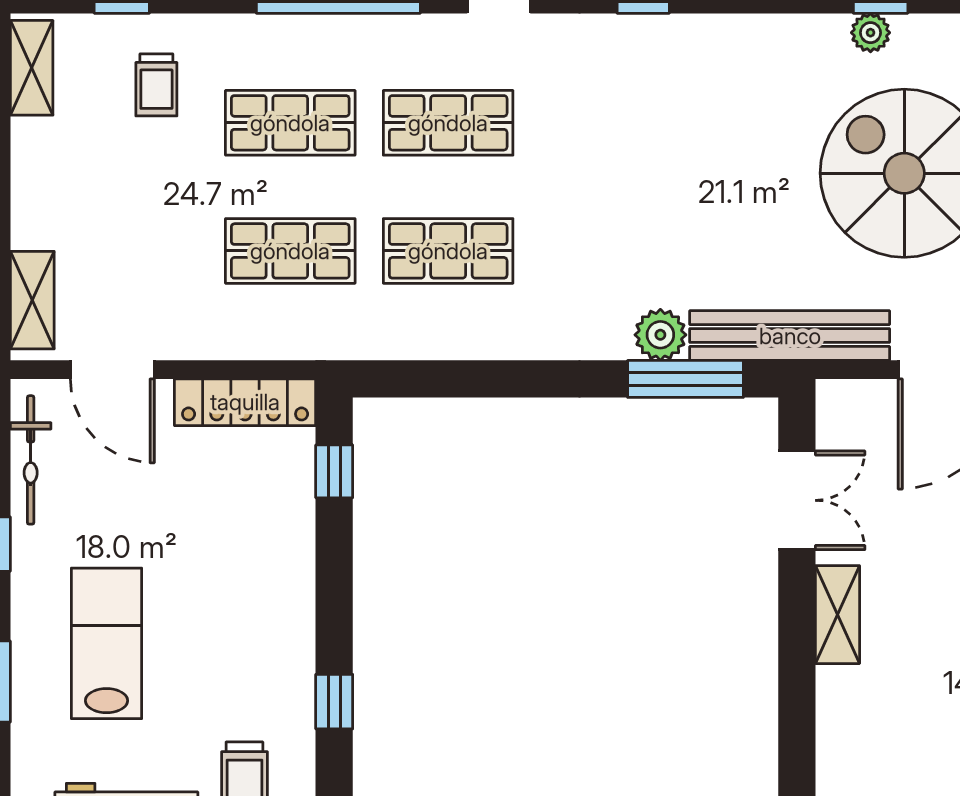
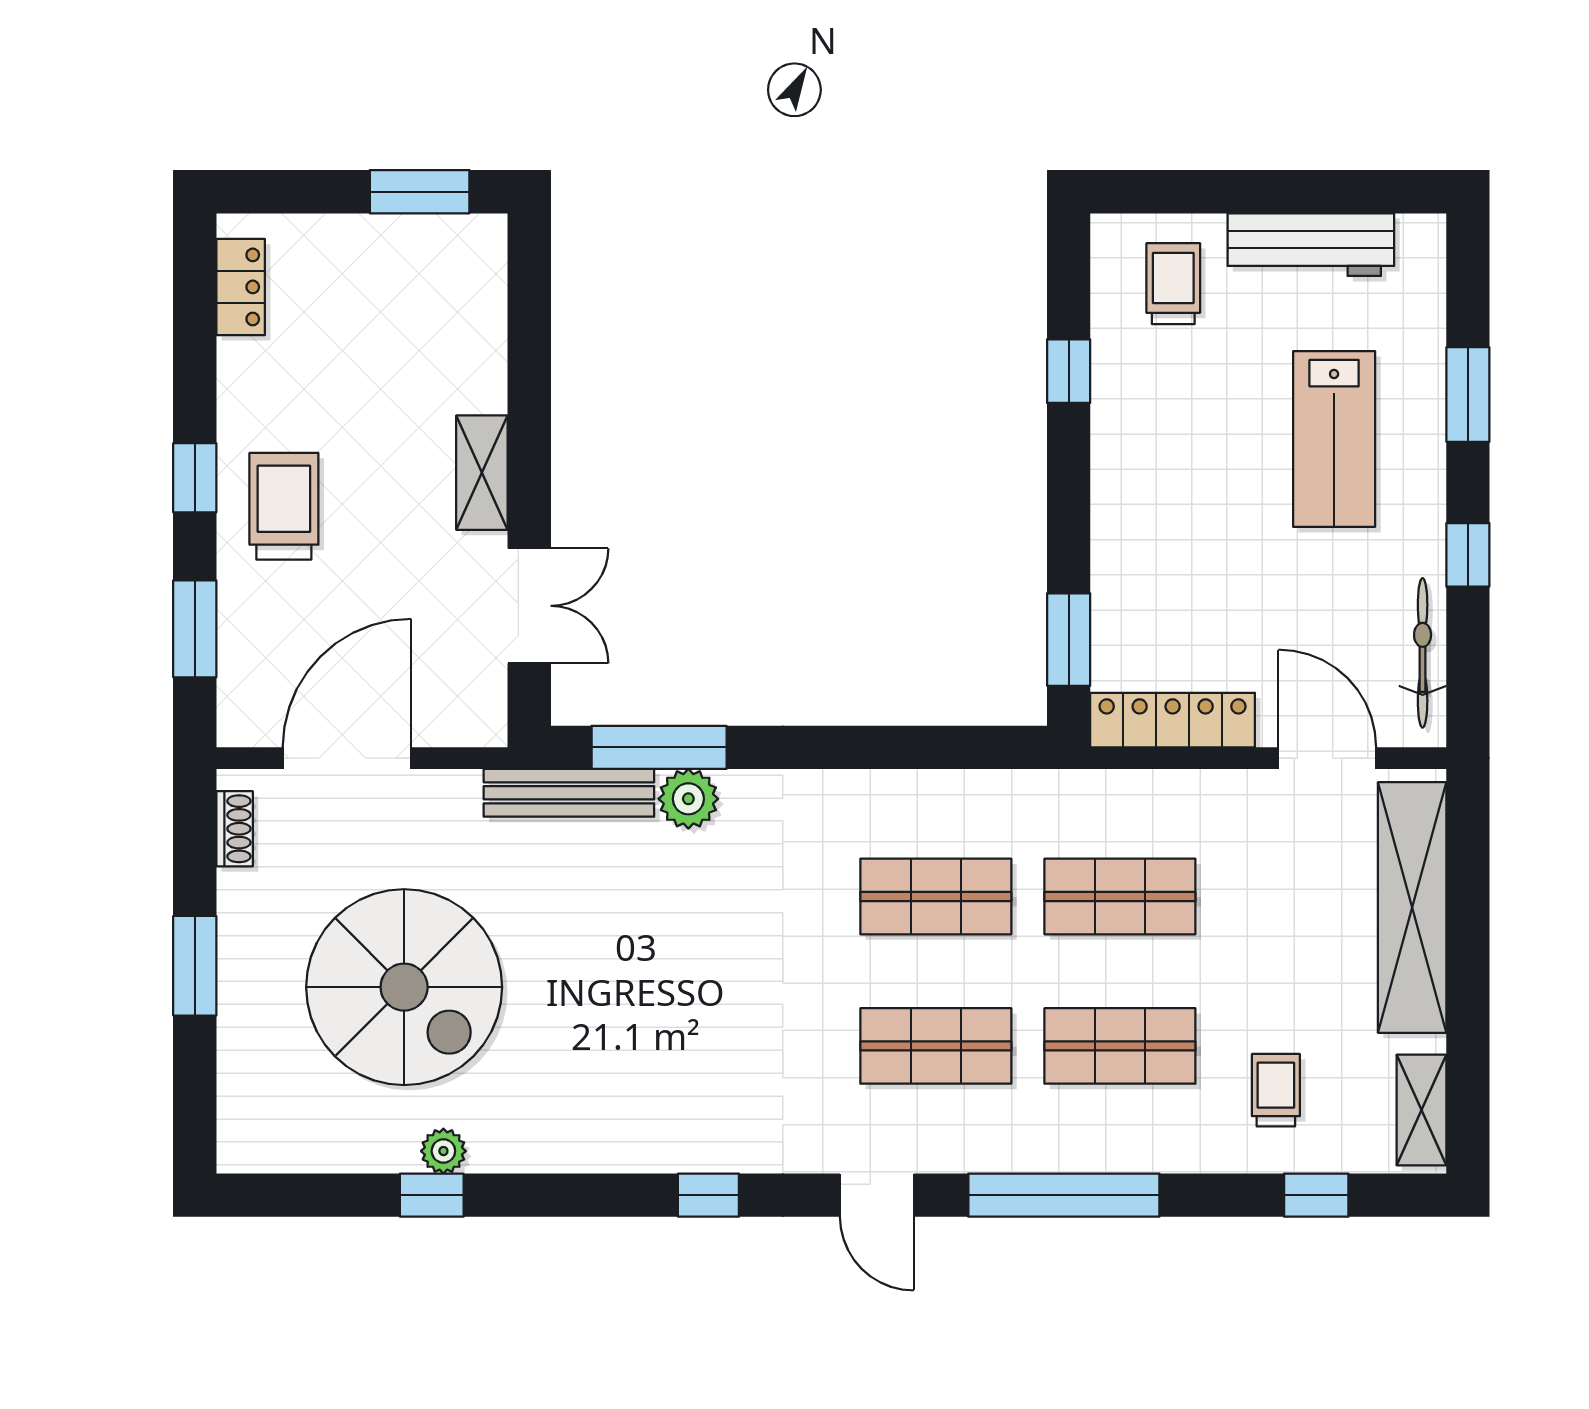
shelving: (32, 300) -> (1412, 907), width x2.20, depth x1.33
bench: (790, 336) -> (569, 793), width x0.73, depth x0.82
window: (334, 471) -> (1069, 640), width x1.50
double door: (797, 500) -> (529, 606), swing flipped

